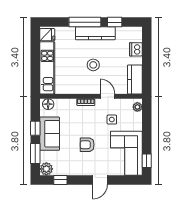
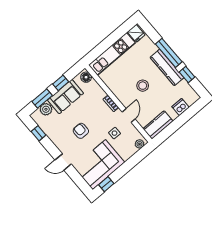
plant: (46, 169) -> (46, 109), moved

